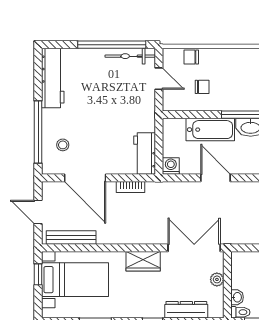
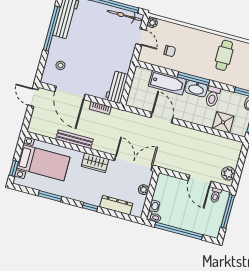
plant: (169, 56) -> (152, 23), added
chair: (191, 57) -> (168, 28), removed
window: (38, 132) -> (52, 28), moved
washing machine: (171, 166) -> (133, 101), removed
door: (38, 212) -> (33, 97), moved
bench: (71, 237) -> (74, 139), moved
window: (38, 274) -> (14, 168), moved

